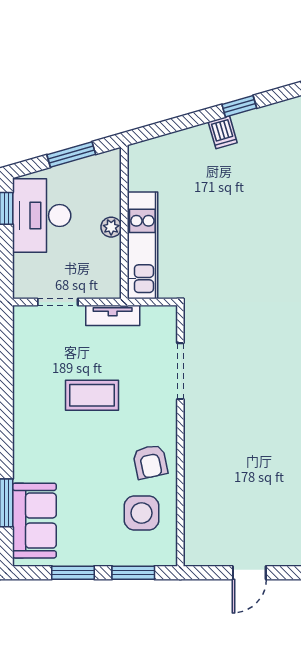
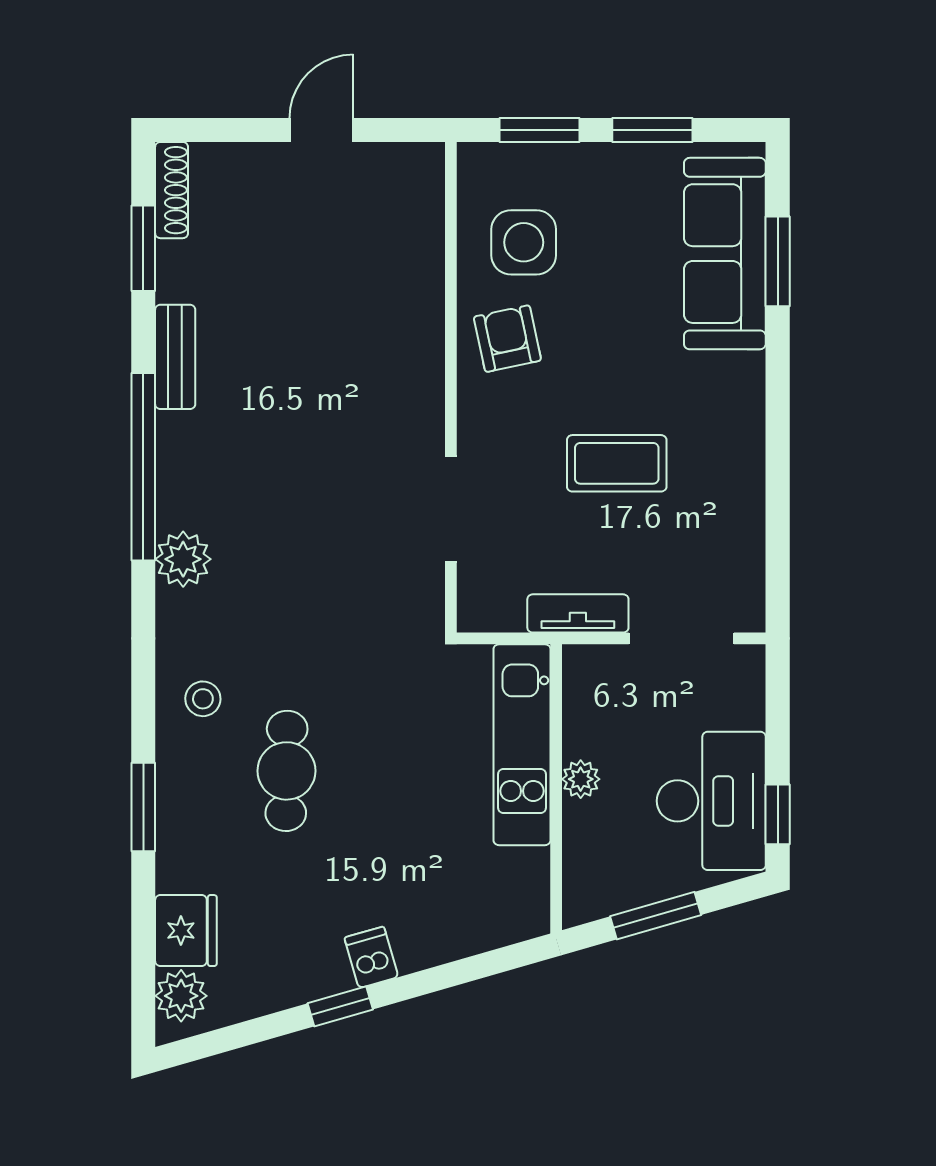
cafe table: (268, 232) -> (286, 771), added
doorway: (58, 302) -> (681, 638), width x1.38
sofa: (34, 521) -> (725, 254), width x1.36

